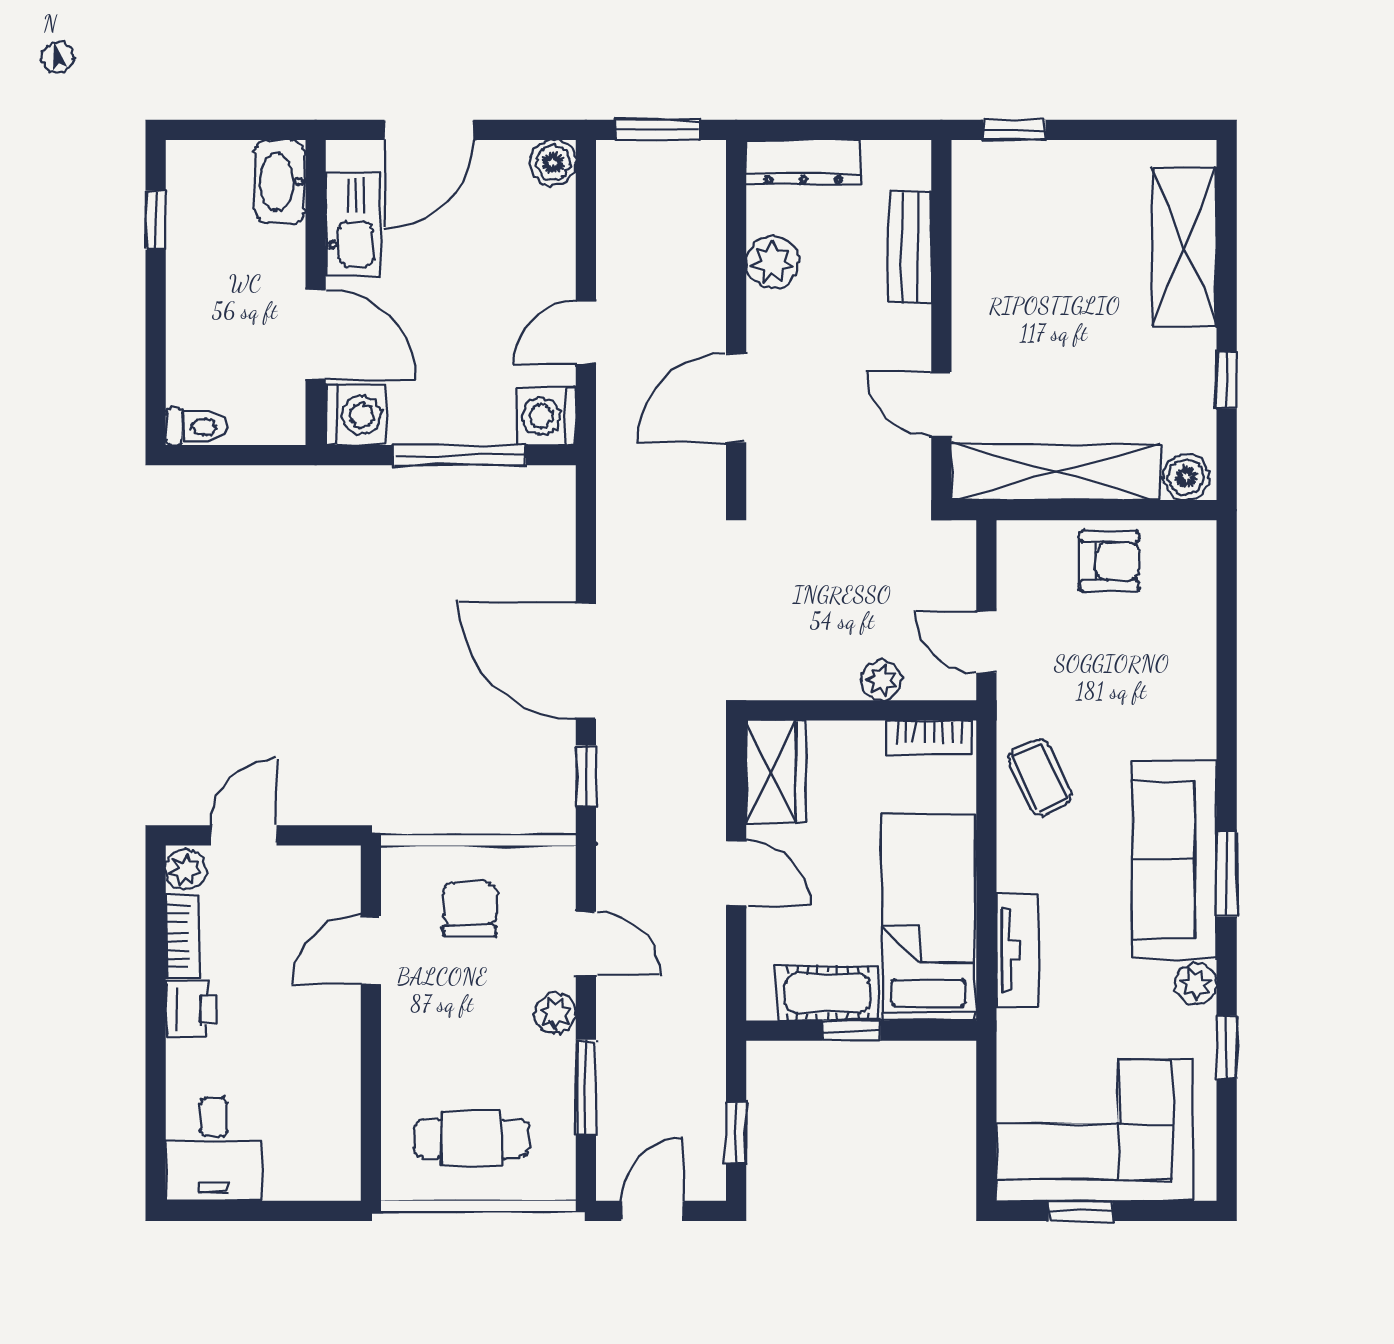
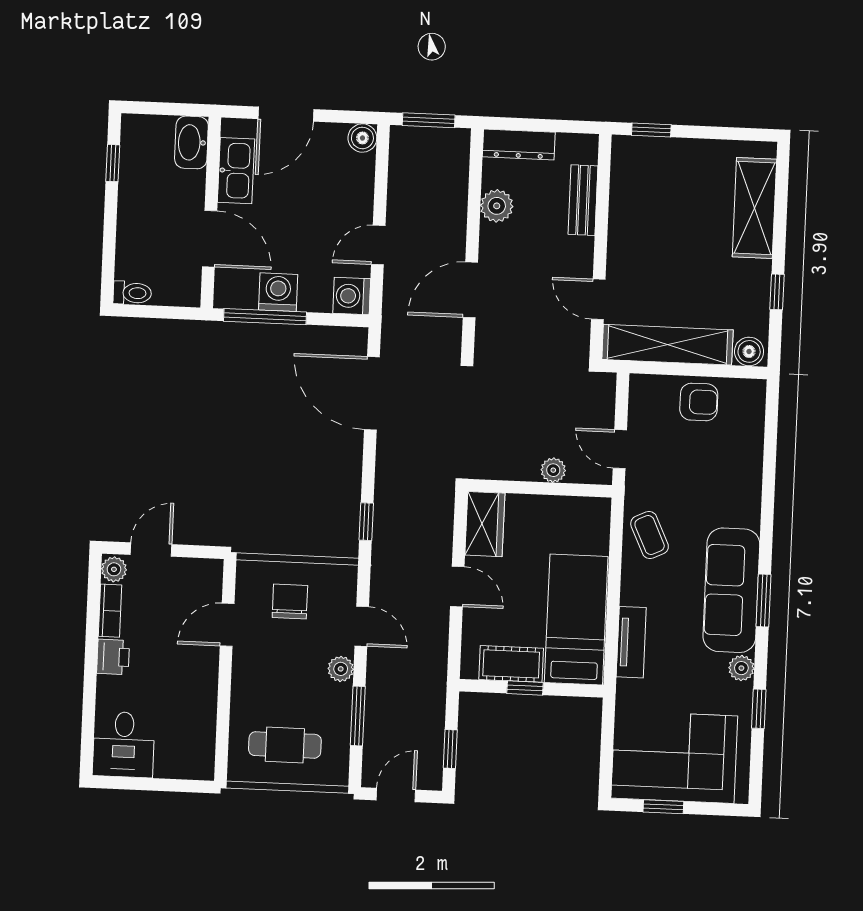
washing machine: (356, 415) -> (278, 292), moved, turned -90
window: (460, 455) -> (265, 317), moved
door: (586, 660) -> (372, 393), moved
bookcase: (930, 737) -> (582, 507), removed

